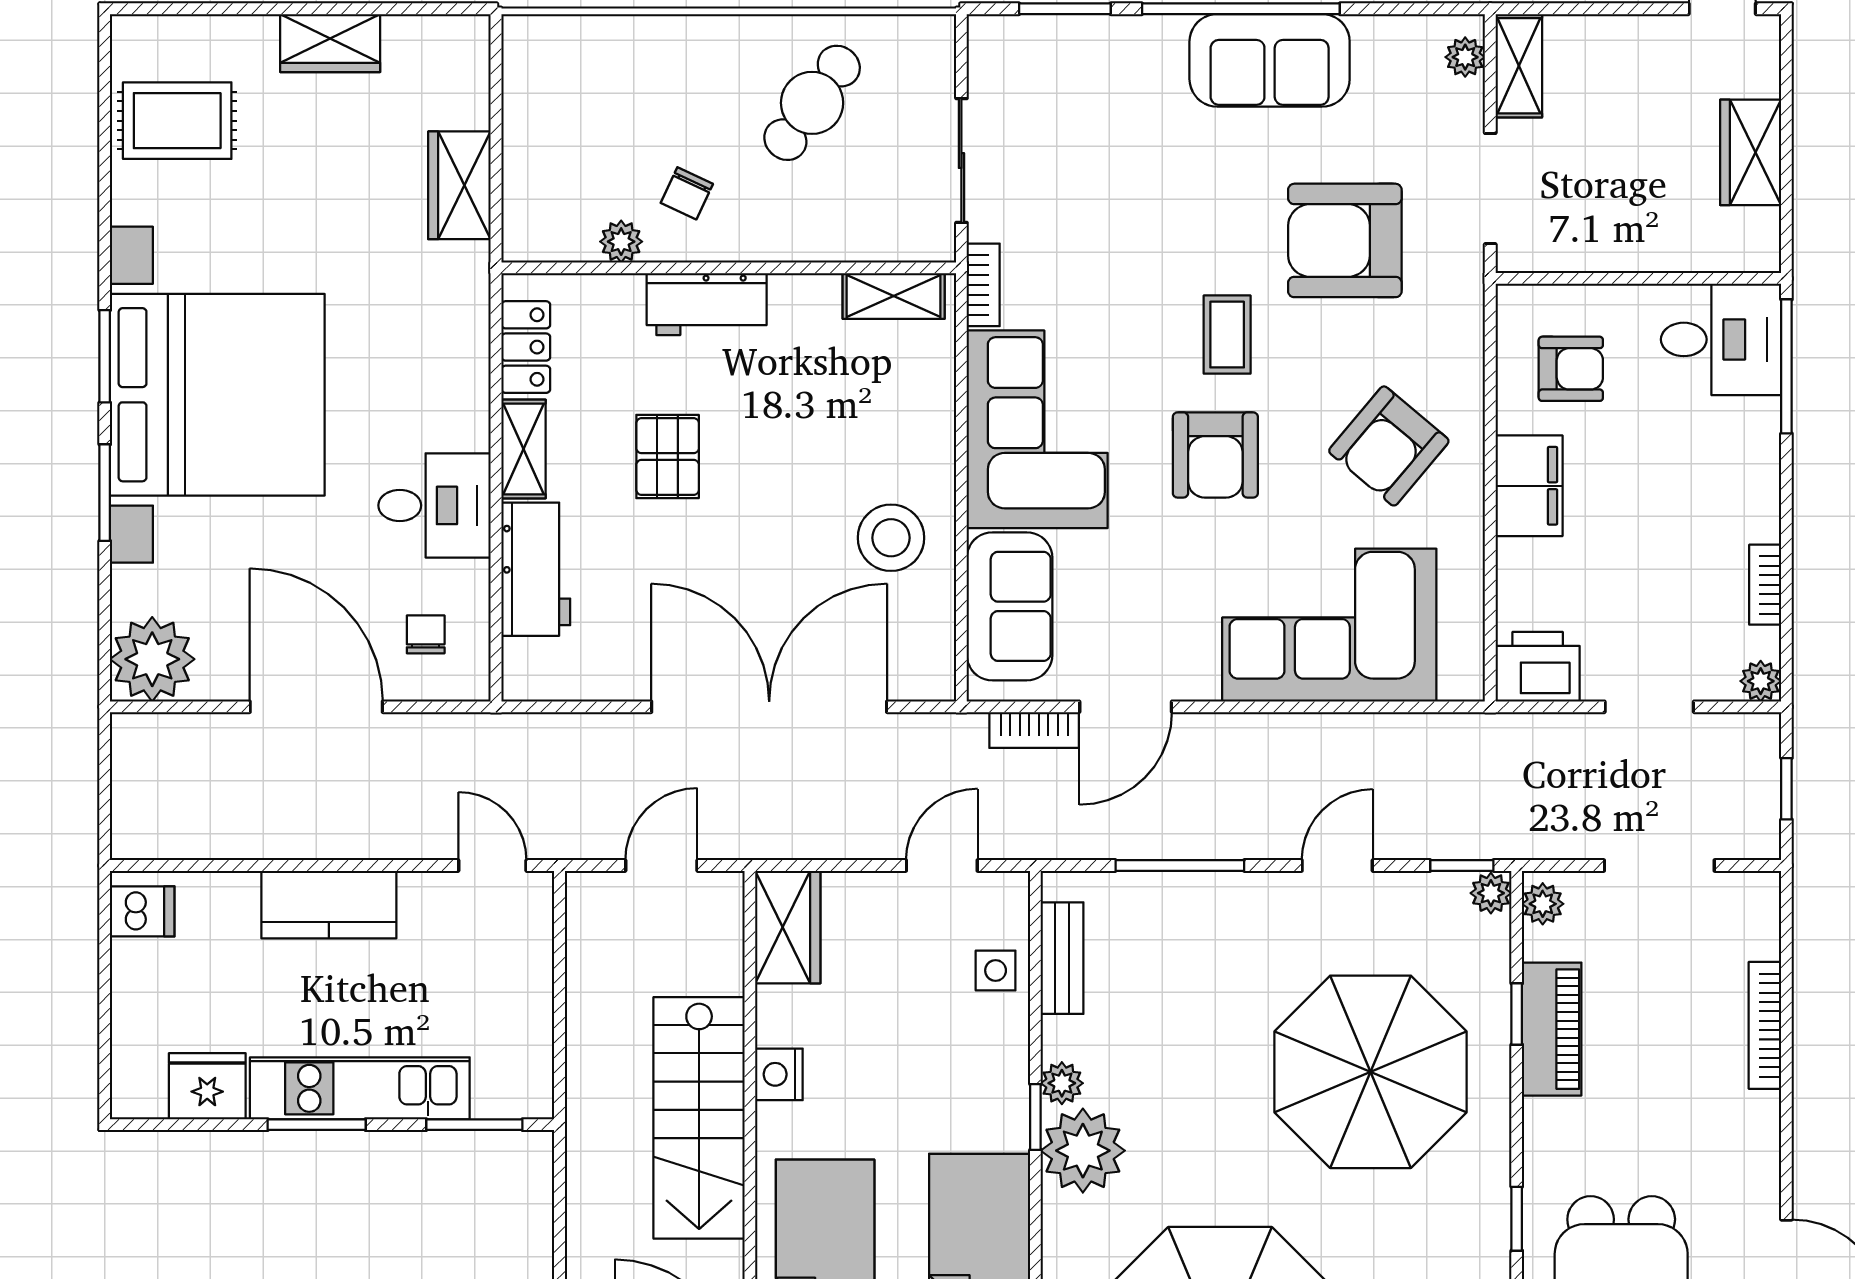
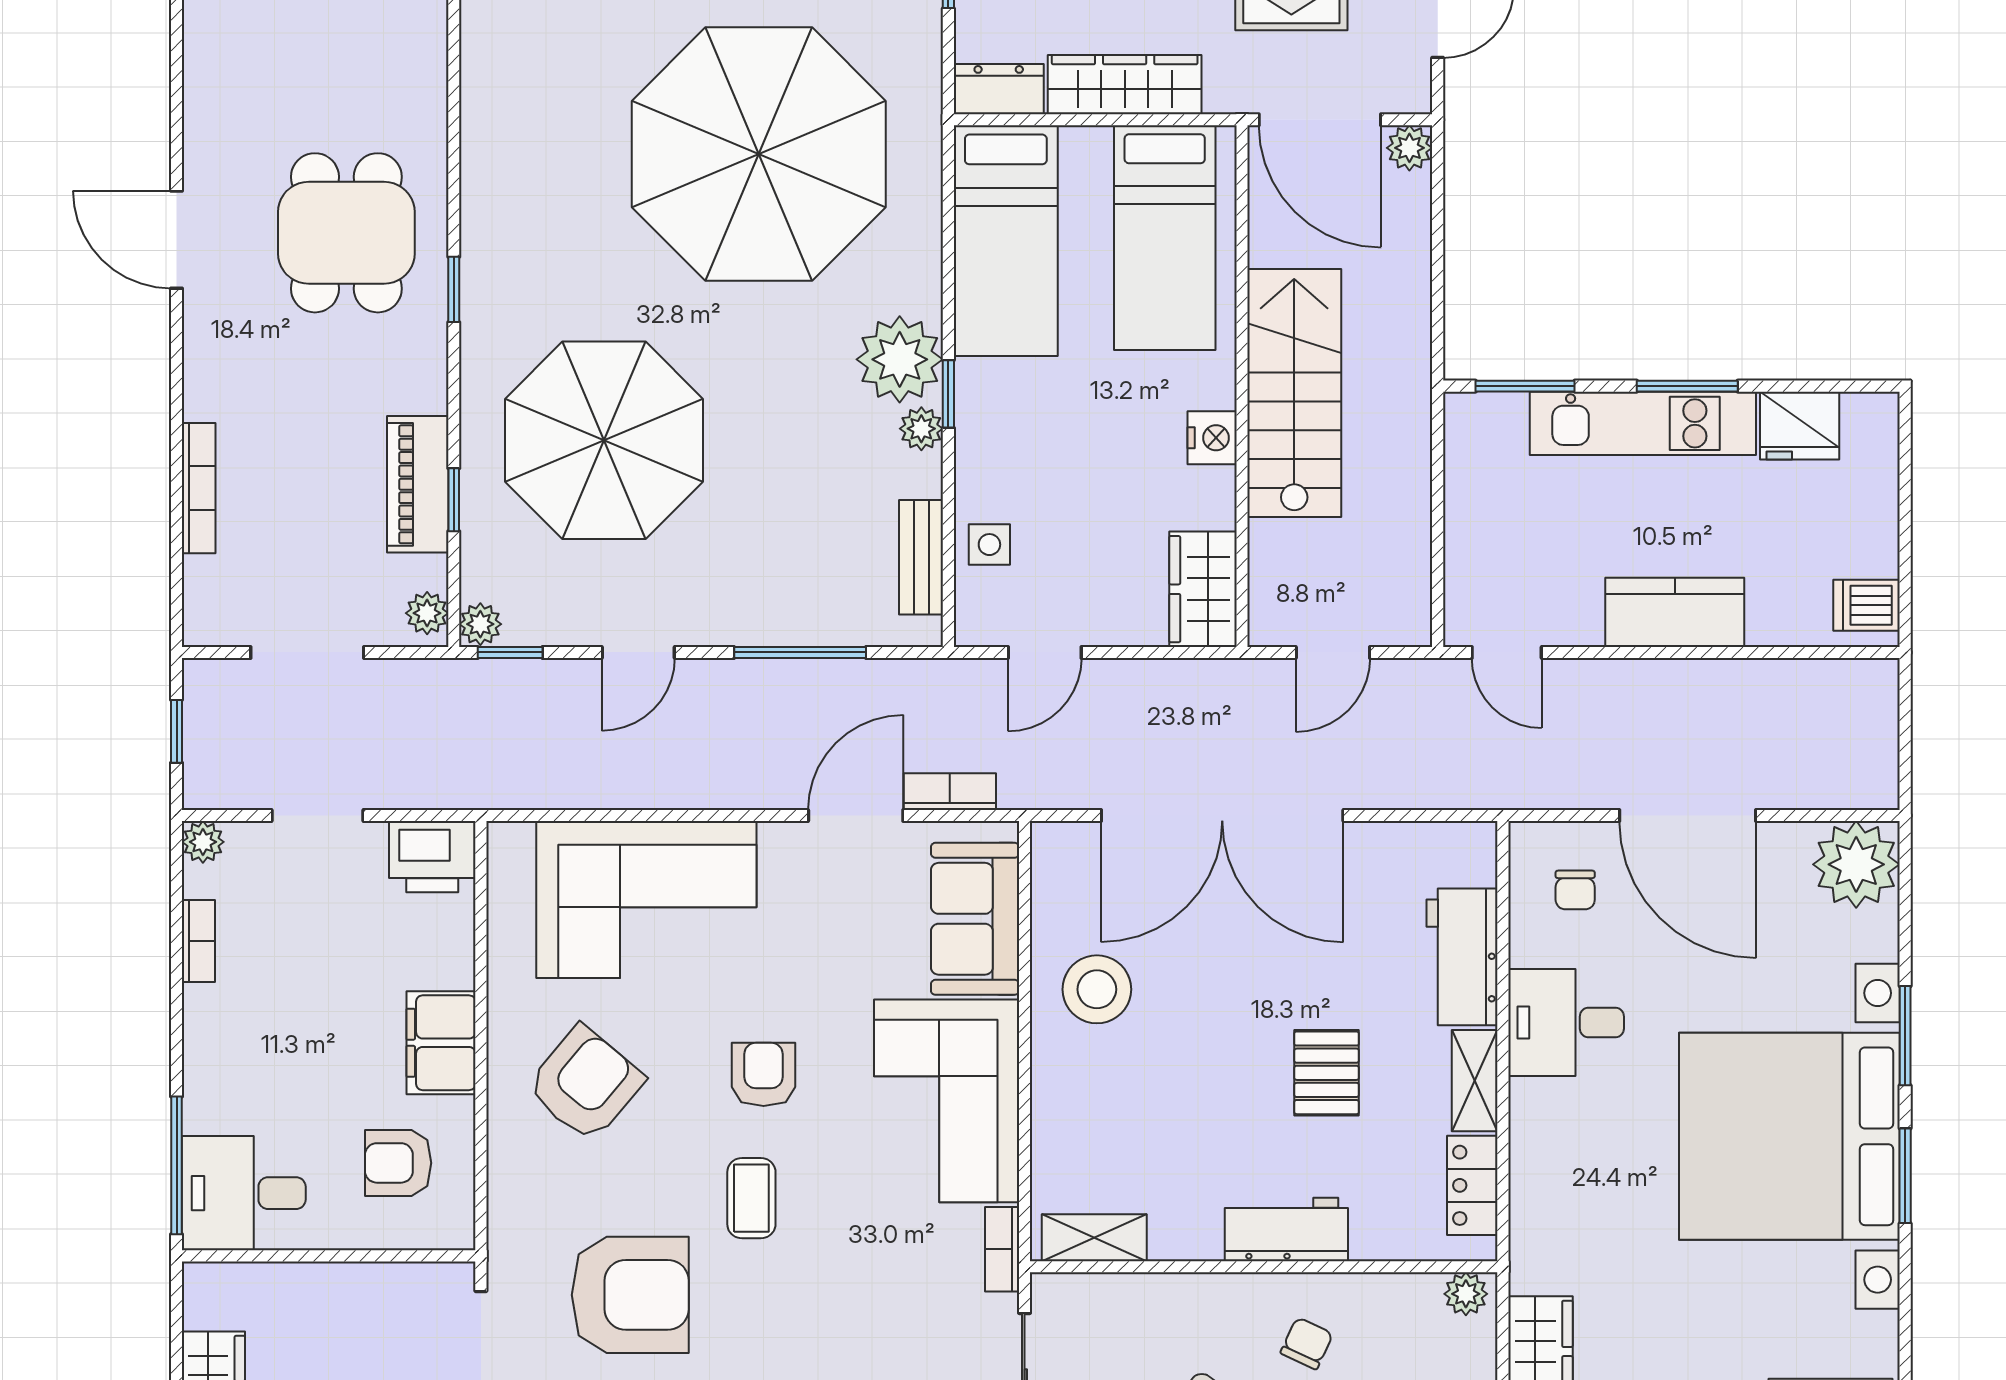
plant: (621, 242) -> (1466, 1294), moved
armchair: (1215, 455) -> (764, 1074), width x0.72, depth x0.72

